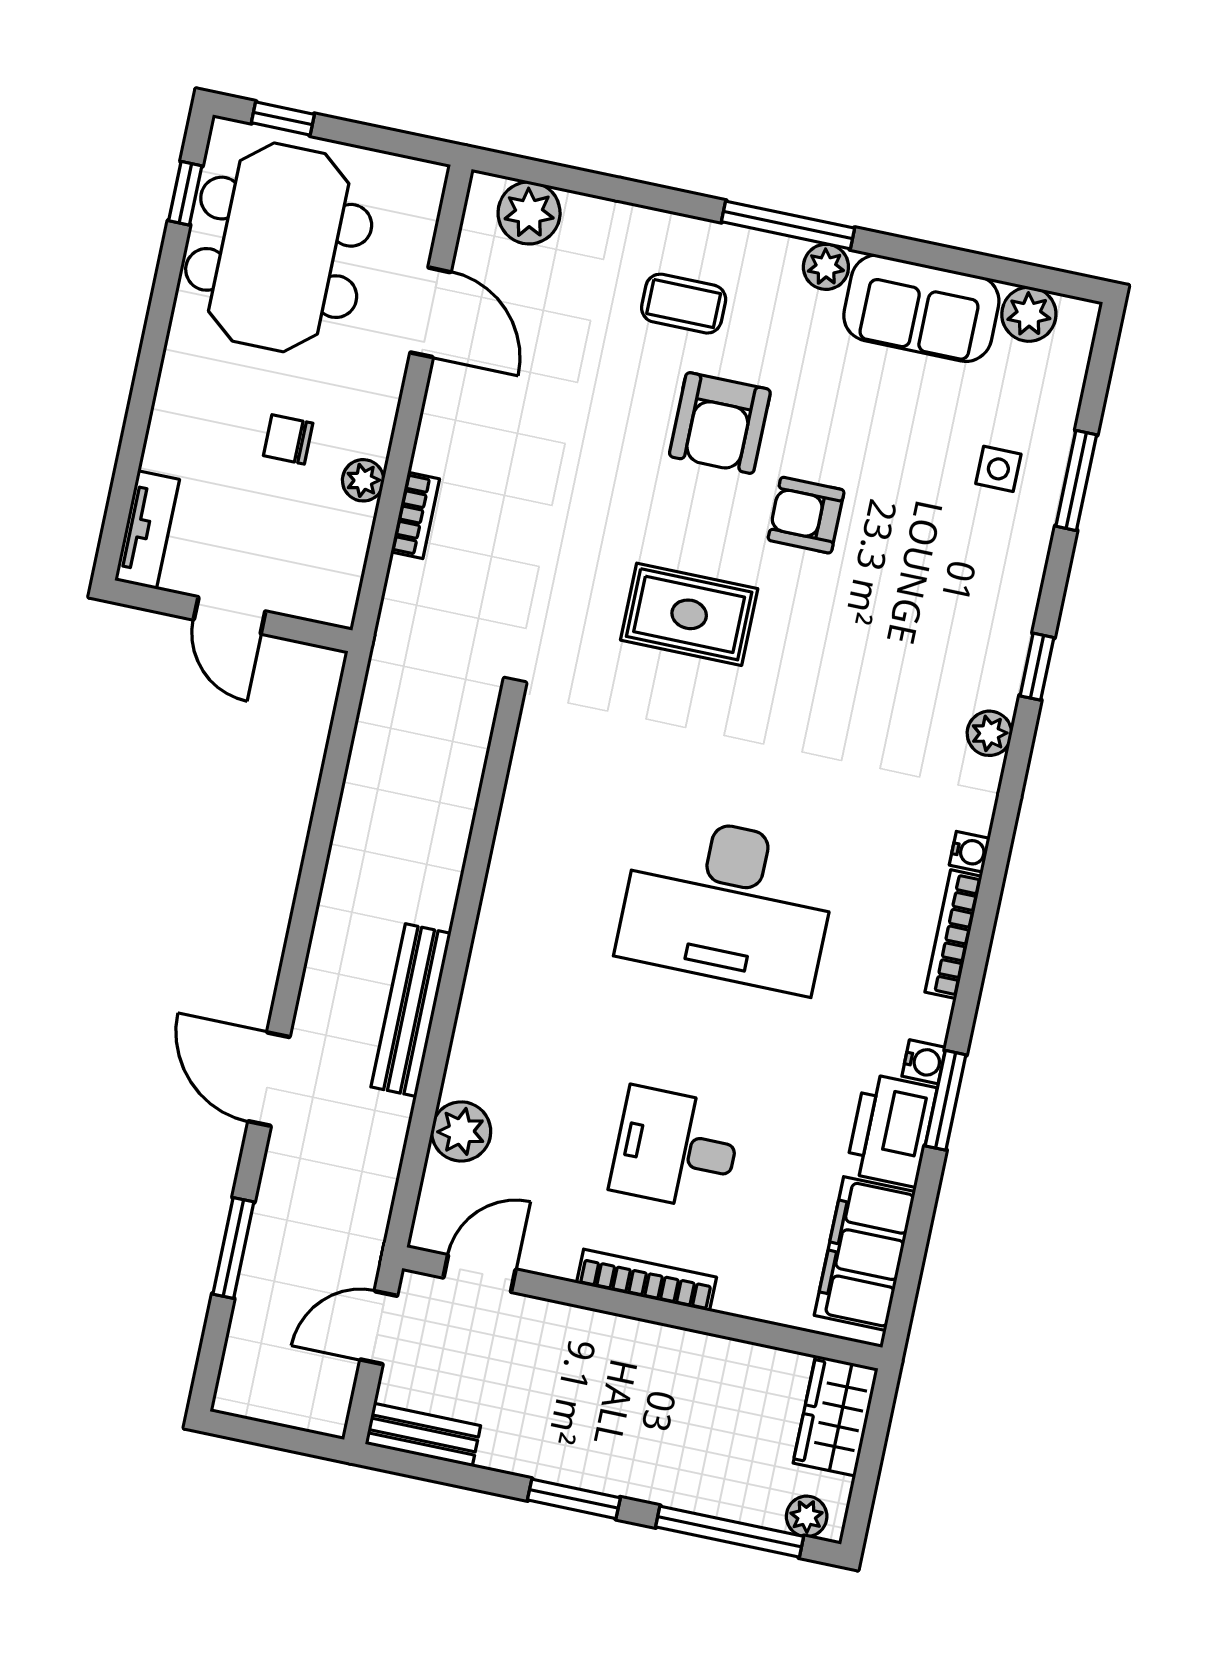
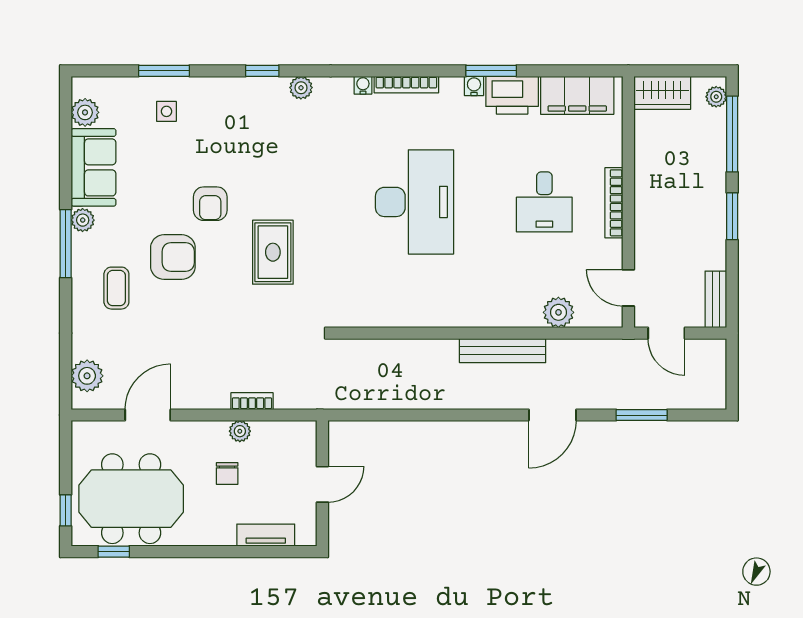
tv unit: (147, 530) -> (266, 535), moved

